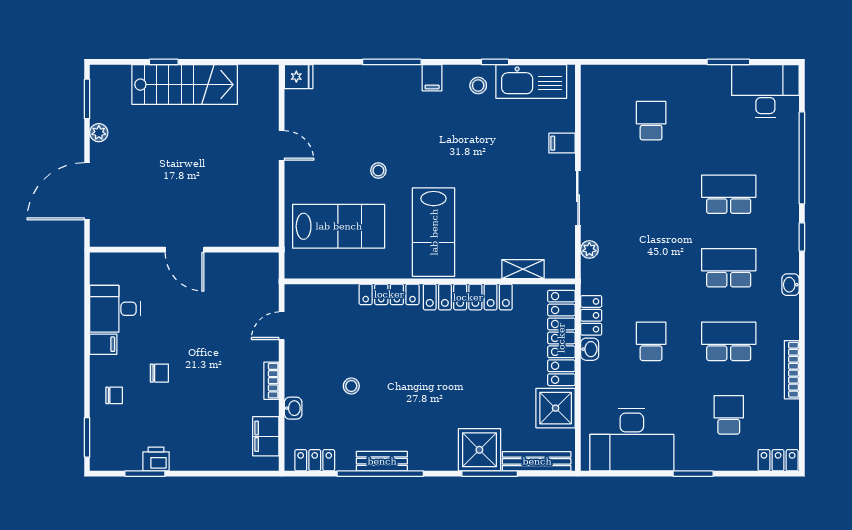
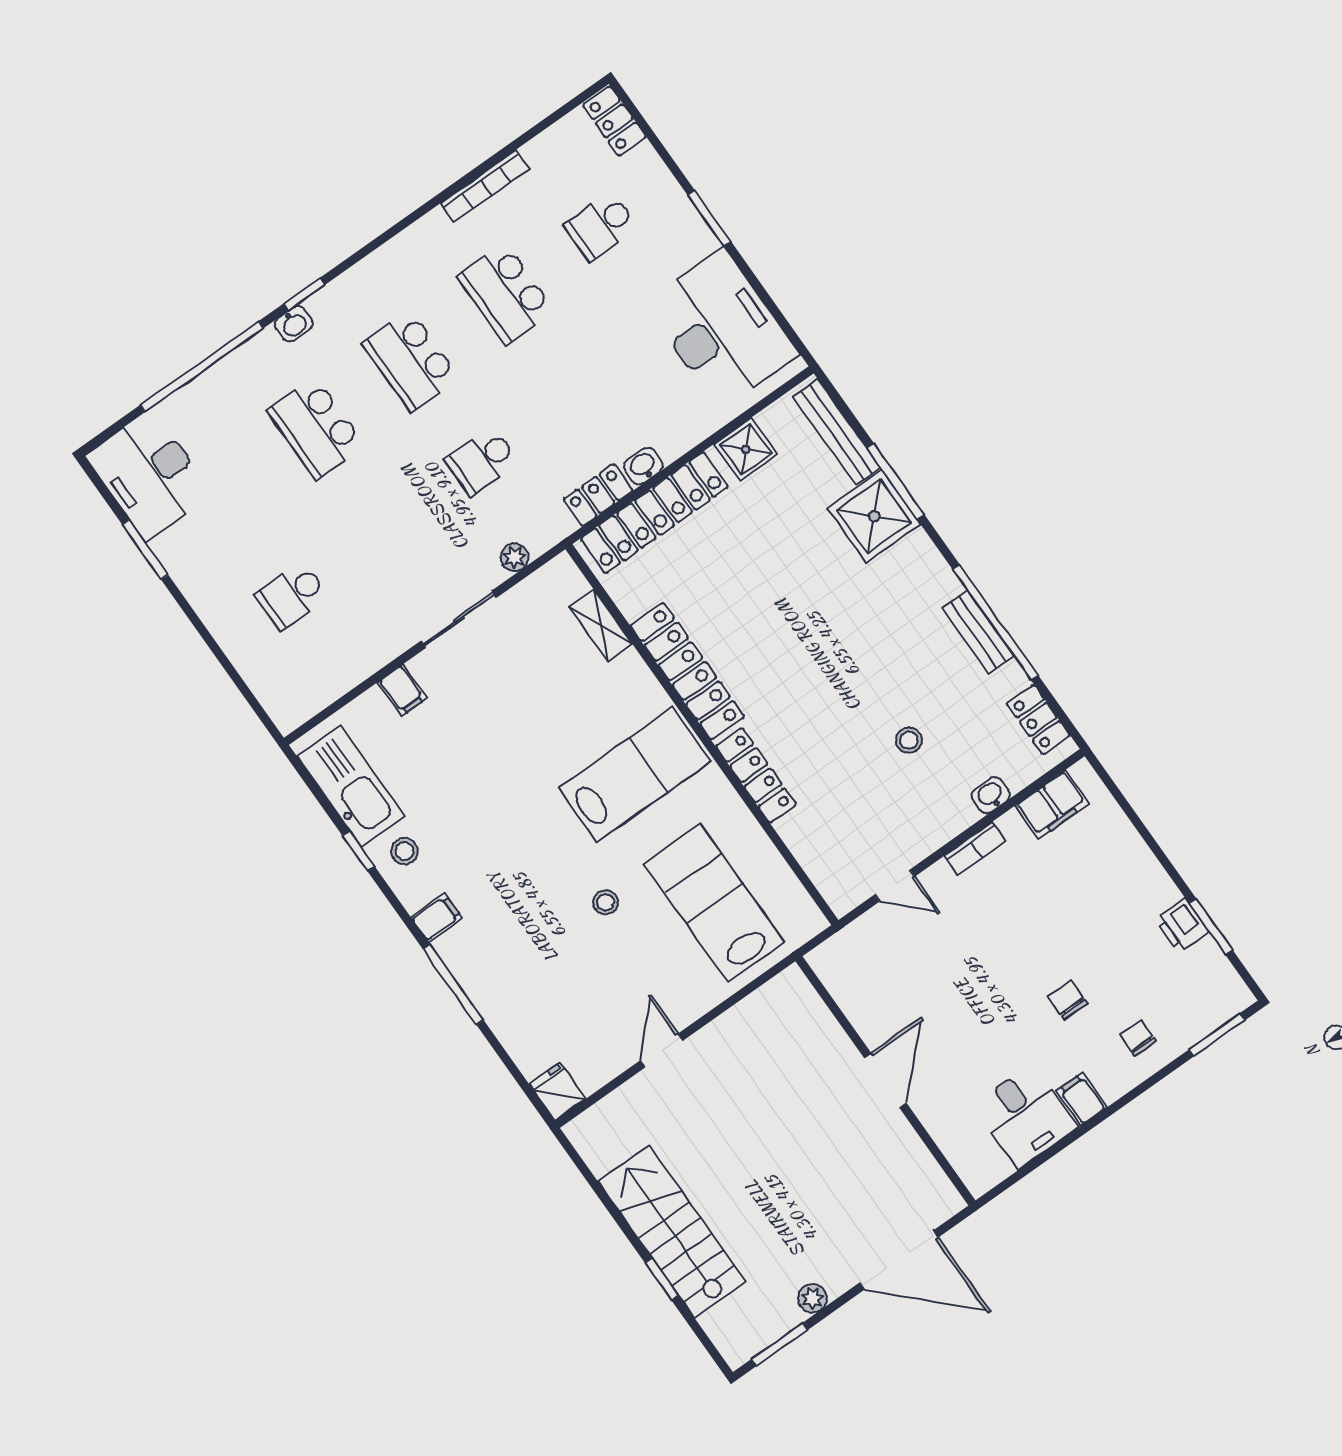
washbasin: (790, 285) -> (294, 324), moved
school desk: (651, 341) -> (482, 461), moved
shower: (556, 408) -> (746, 449), width x0.73, depth x0.73

